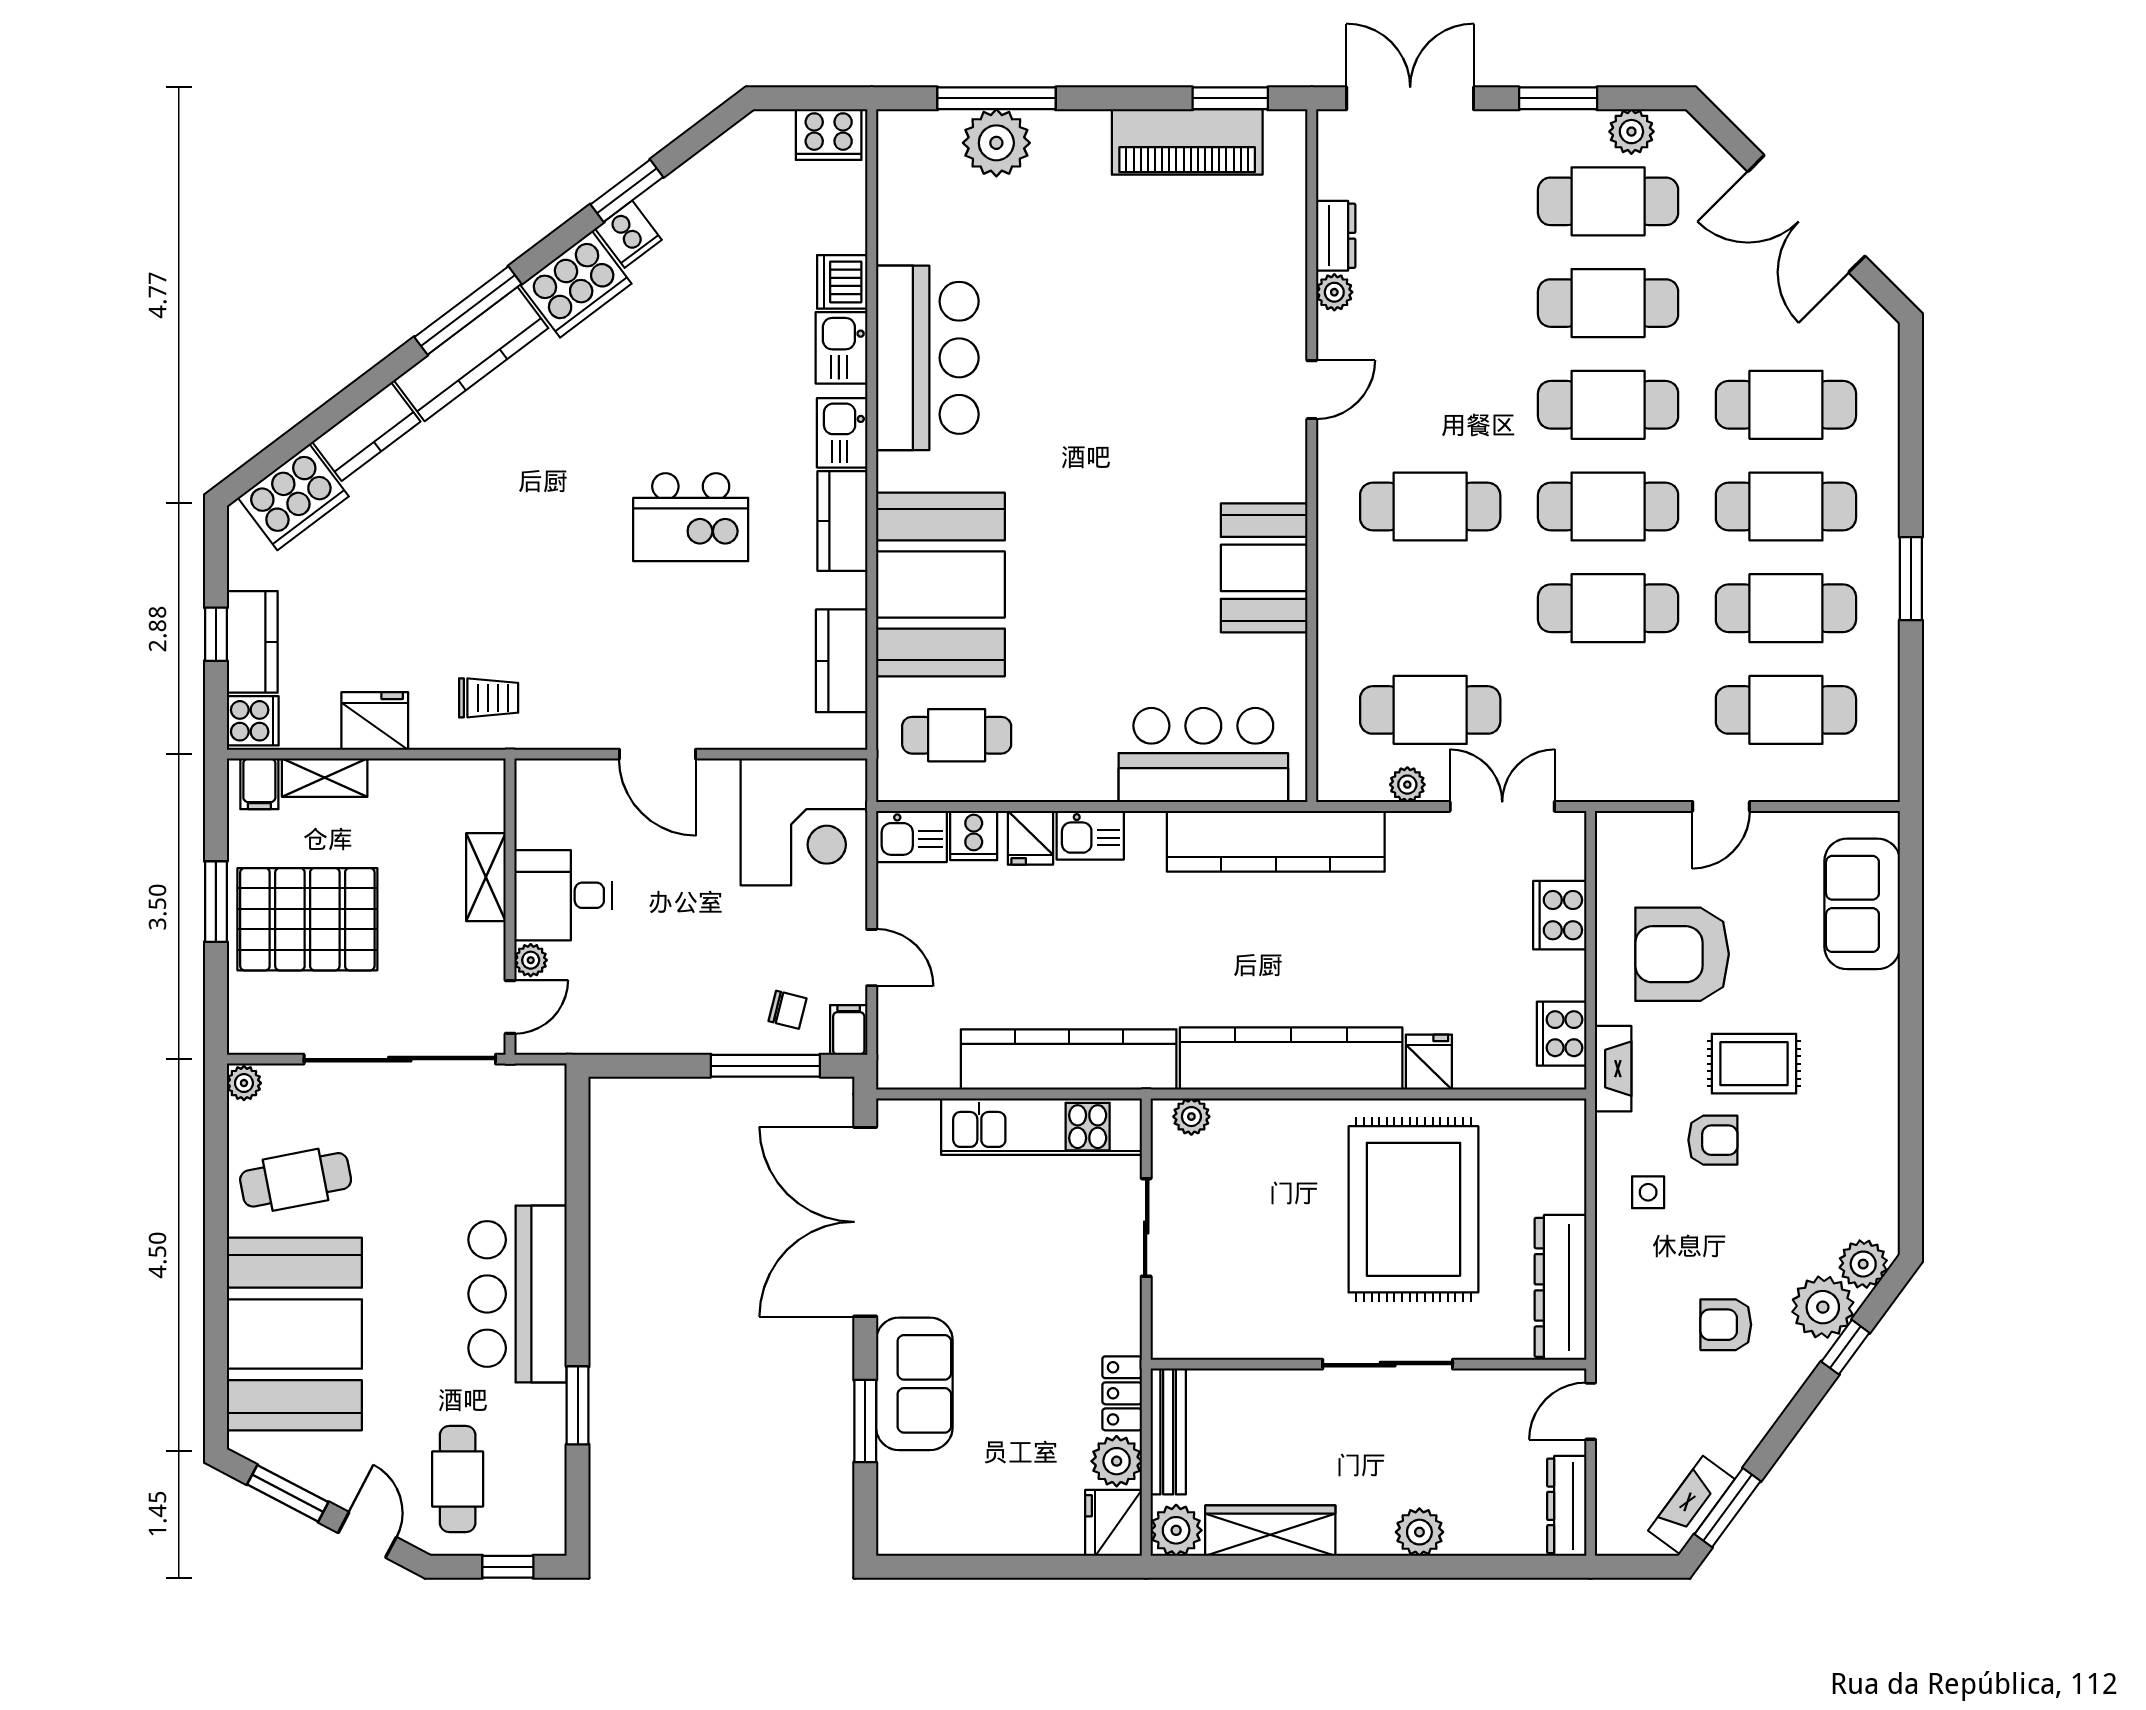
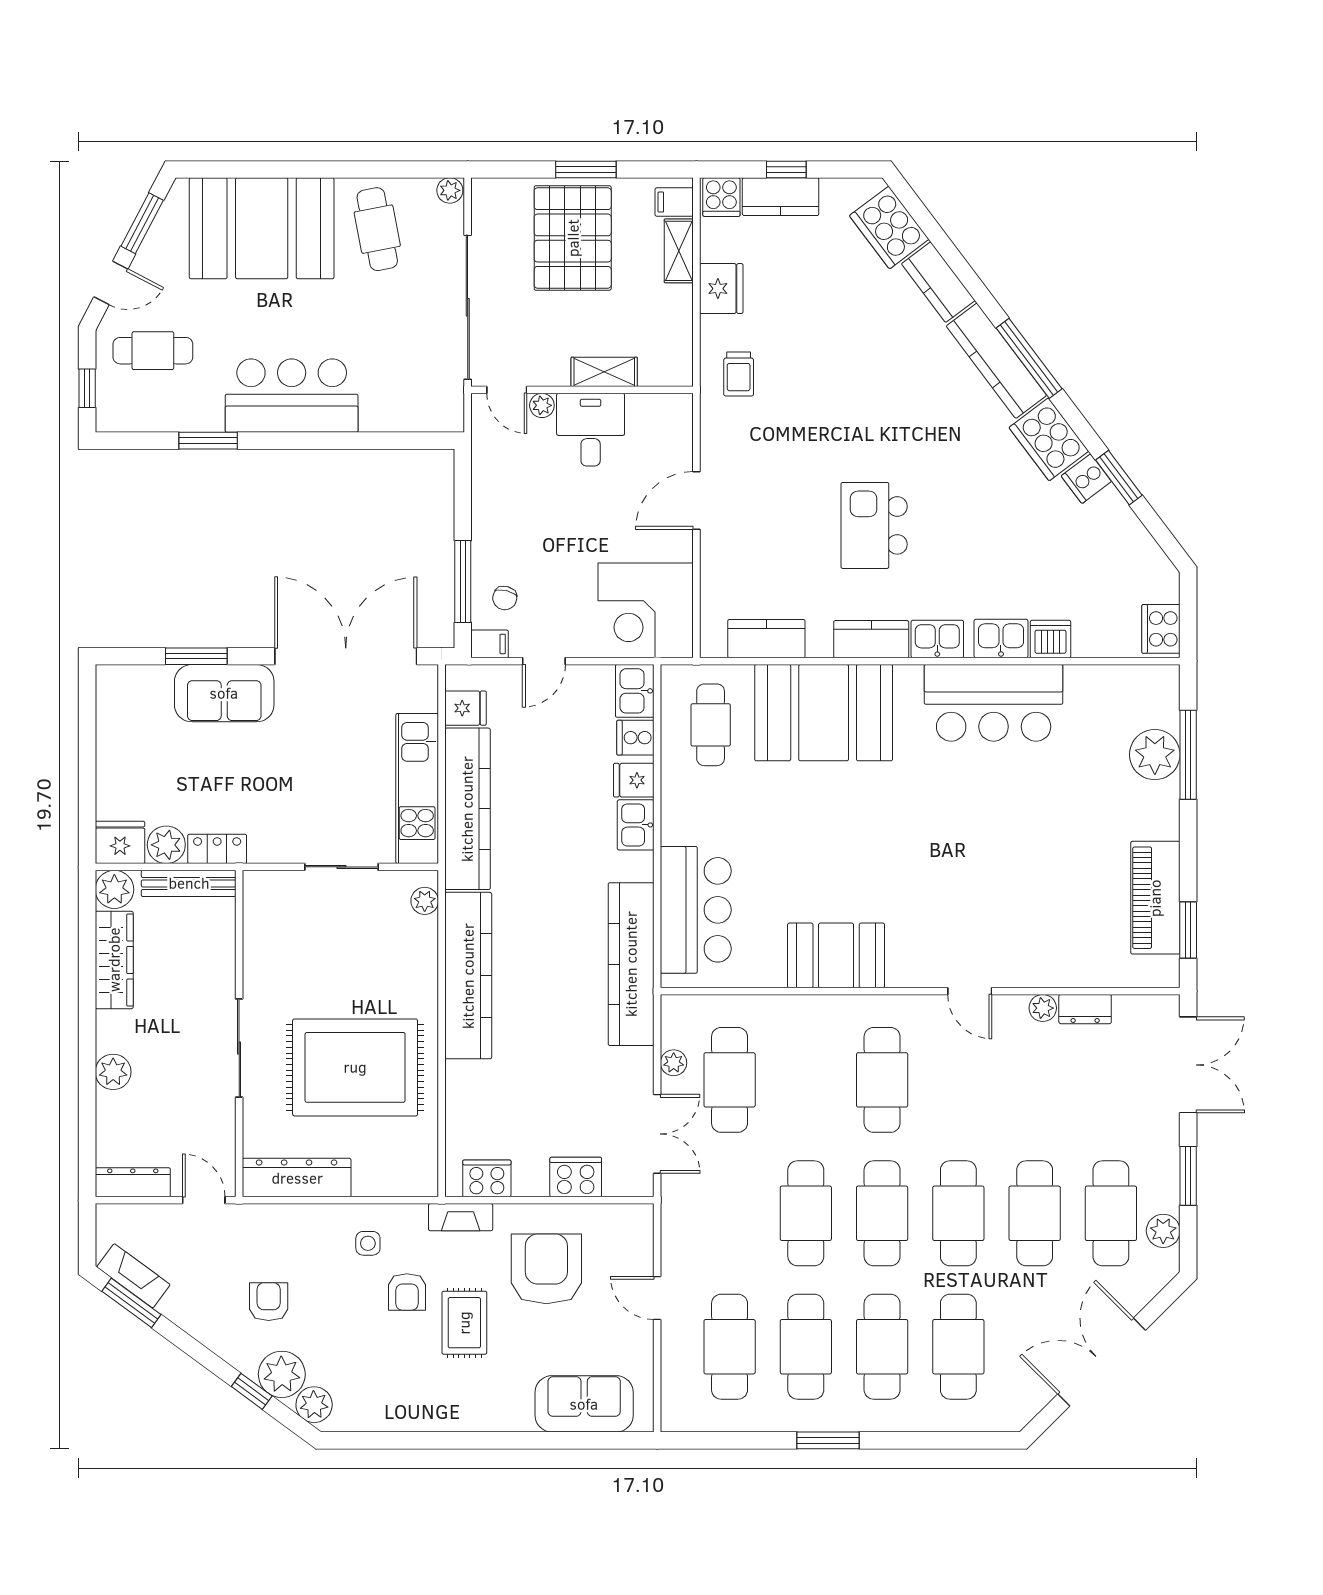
fridge: (1429, 1062) -> (465, 708), moved

